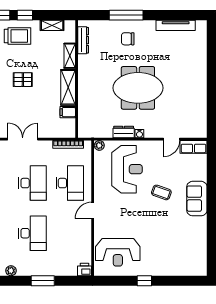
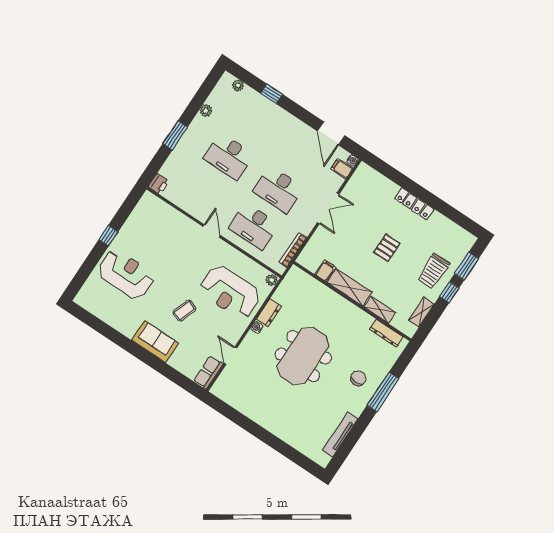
reception desk: (118, 252) -> (126, 274), moved, turned 90

